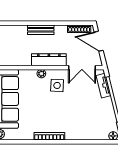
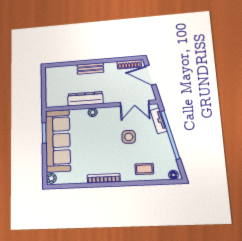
dresser: (49, 60) -> (85, 99), moved
side table: (57, 85) -> (129, 137), moved
coffee table: (87, 129) -> (144, 169), added

